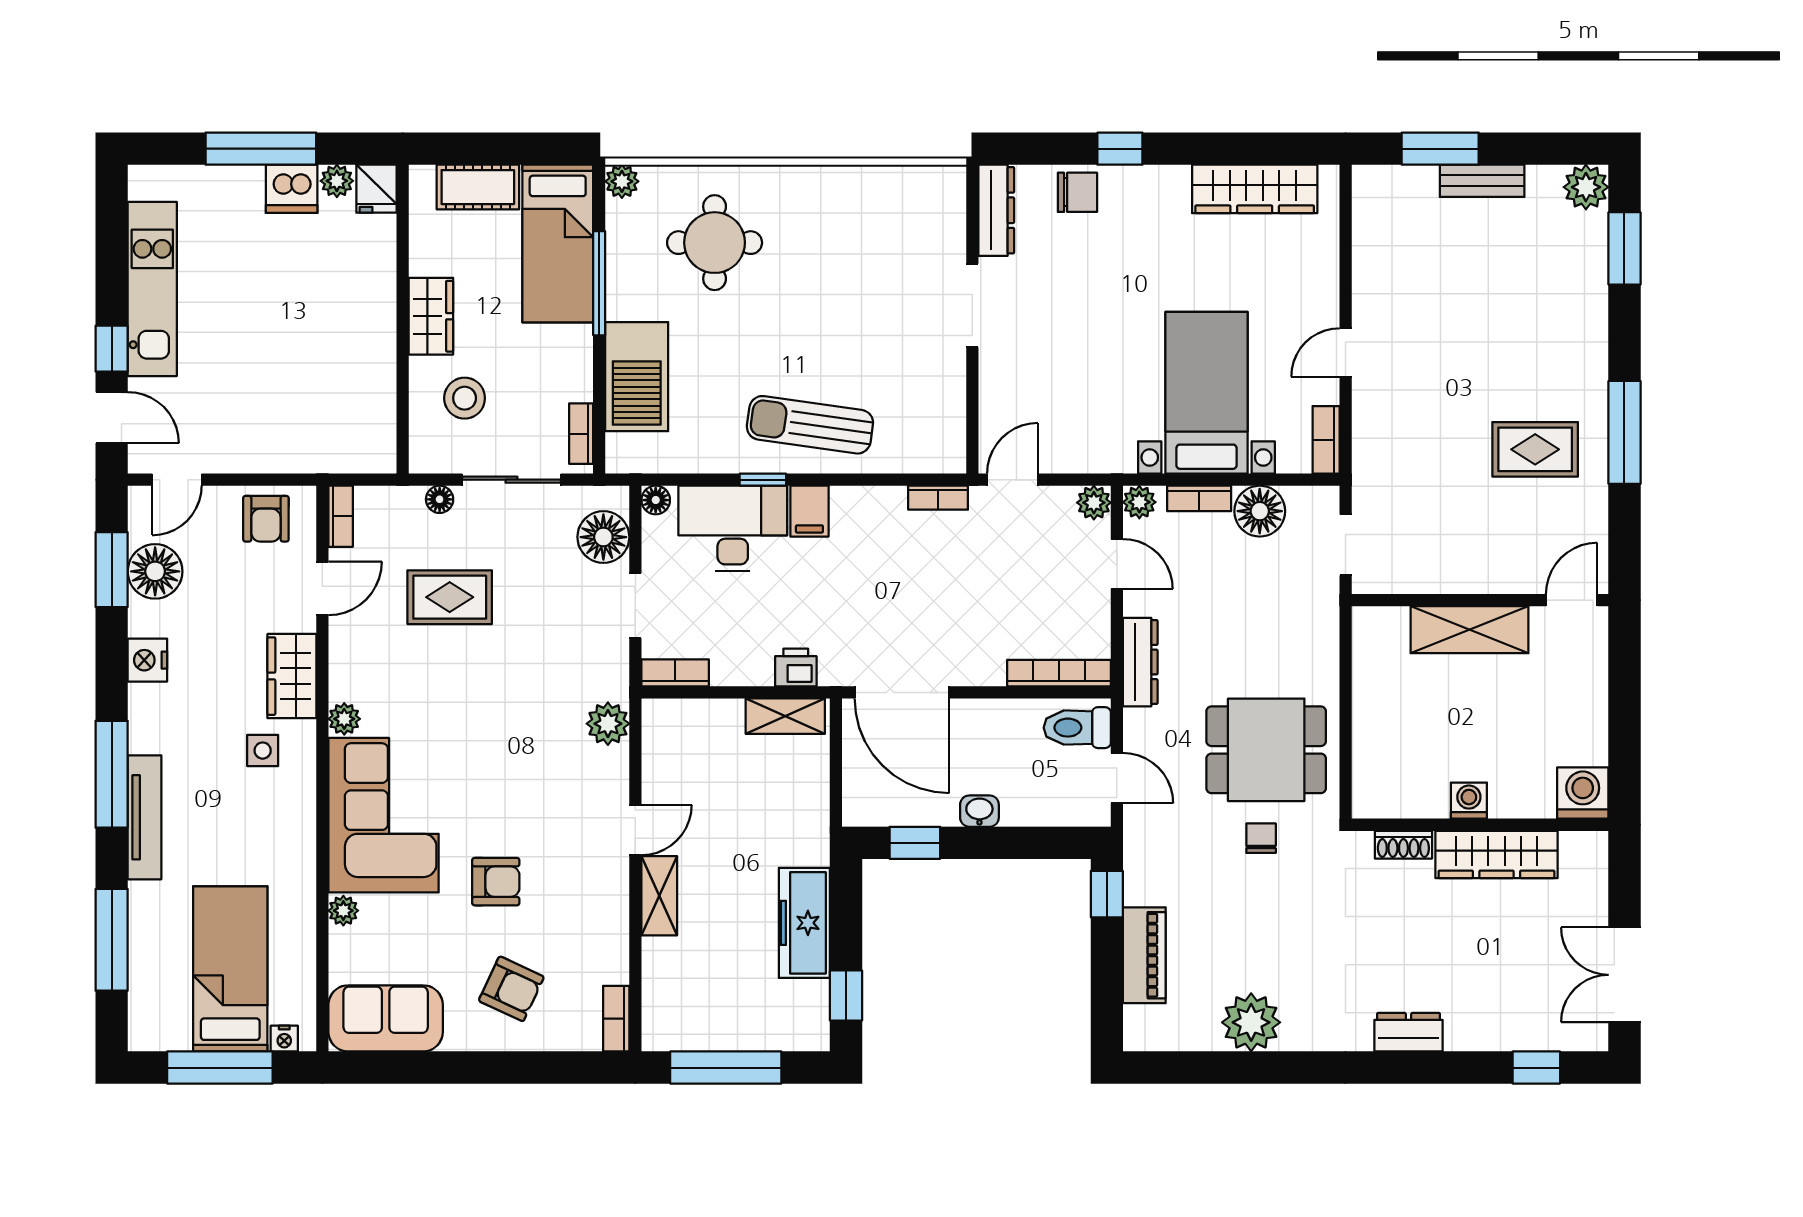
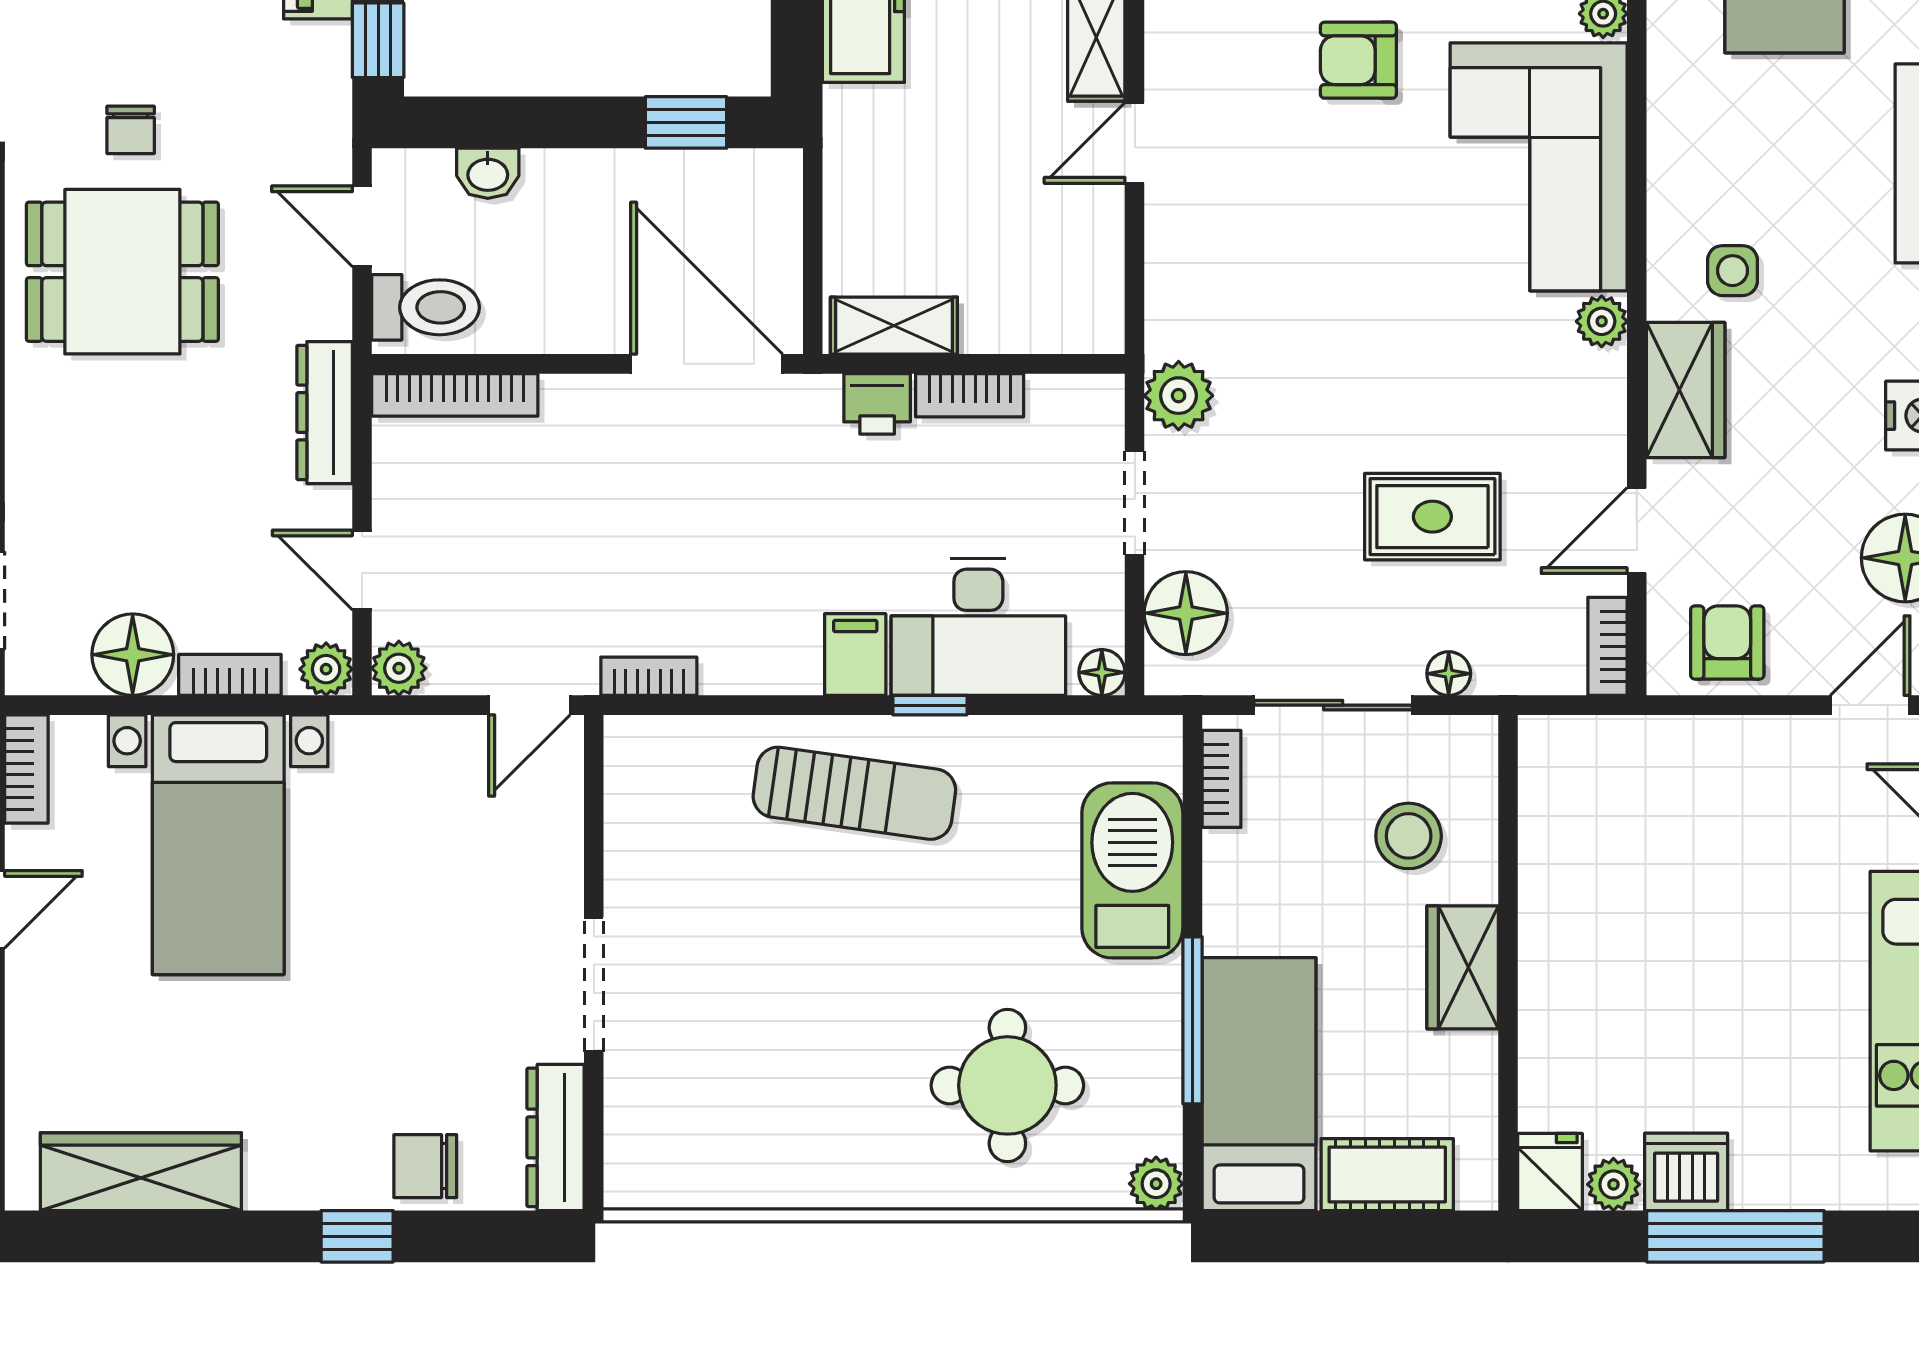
bookcase: (675, 673) -> (970, 395), moved
plant: (608, 724) -> (1179, 396), moved
washbasin: (979, 811) -> (488, 173), moved

